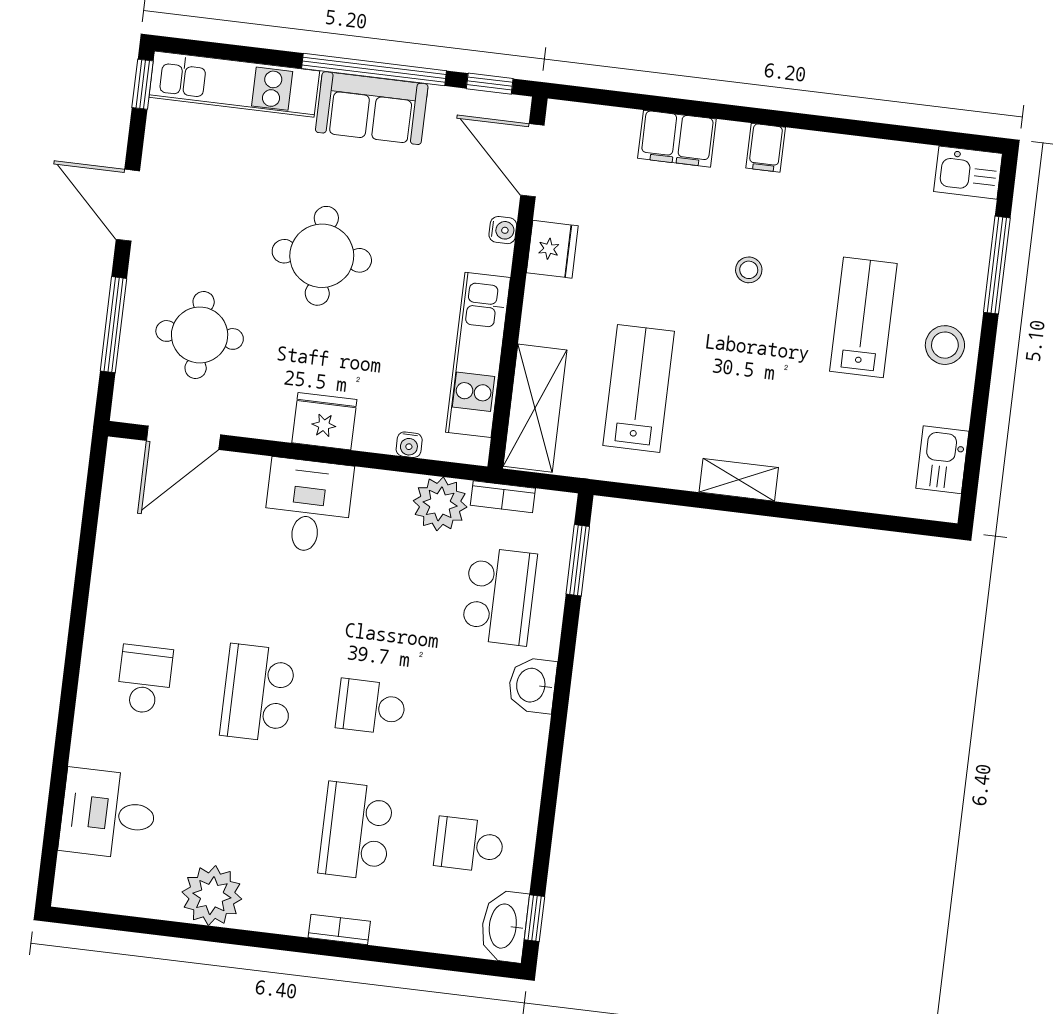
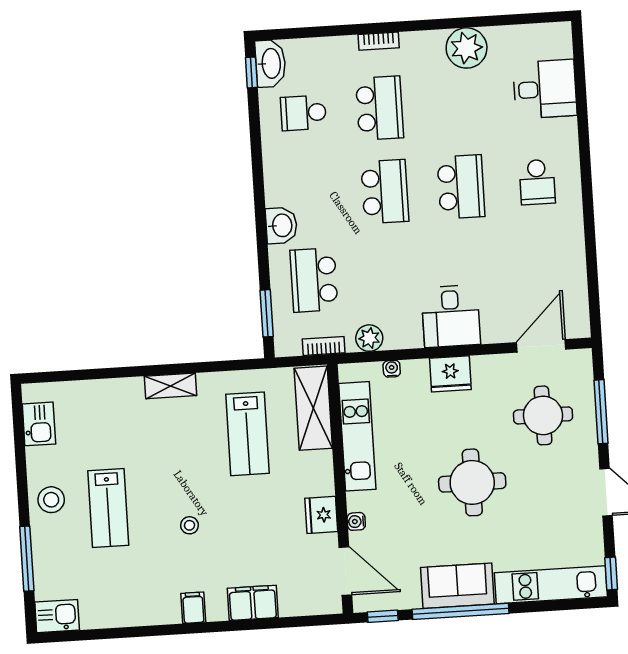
plant: (440, 504) -> (369, 338), width x0.73, depth x0.73
school desk: (371, 707) -> (385, 192), width x1.85
school desk: (469, 845) -> (303, 113), turned 180

